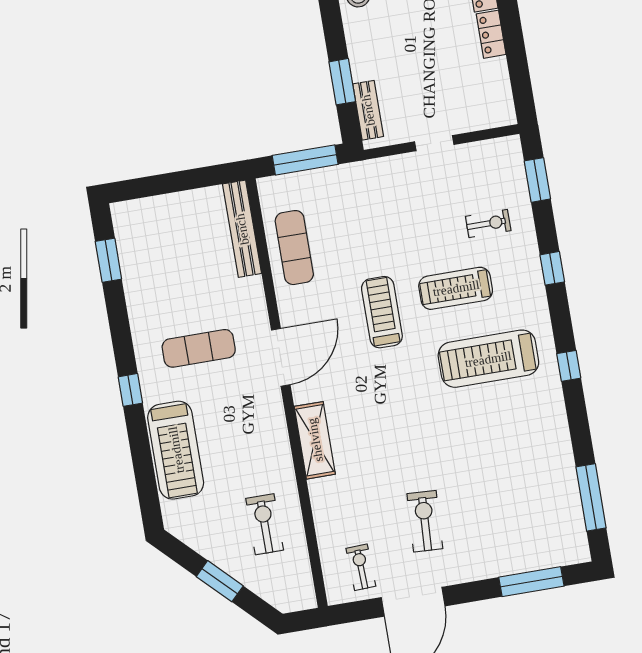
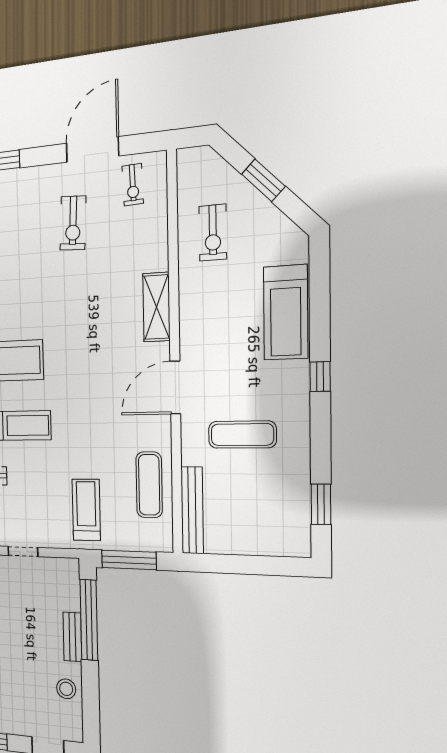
window: (342, 82) -> (89, 620), width x2.11
bench: (368, 110) -> (72, 637), moved
treadmill: (382, 312) -> (86, 510), moved, turned 180
exercise mat: (199, 348) -> (242, 435), moved
treadmill: (176, 450) -> (286, 313), turned 180

